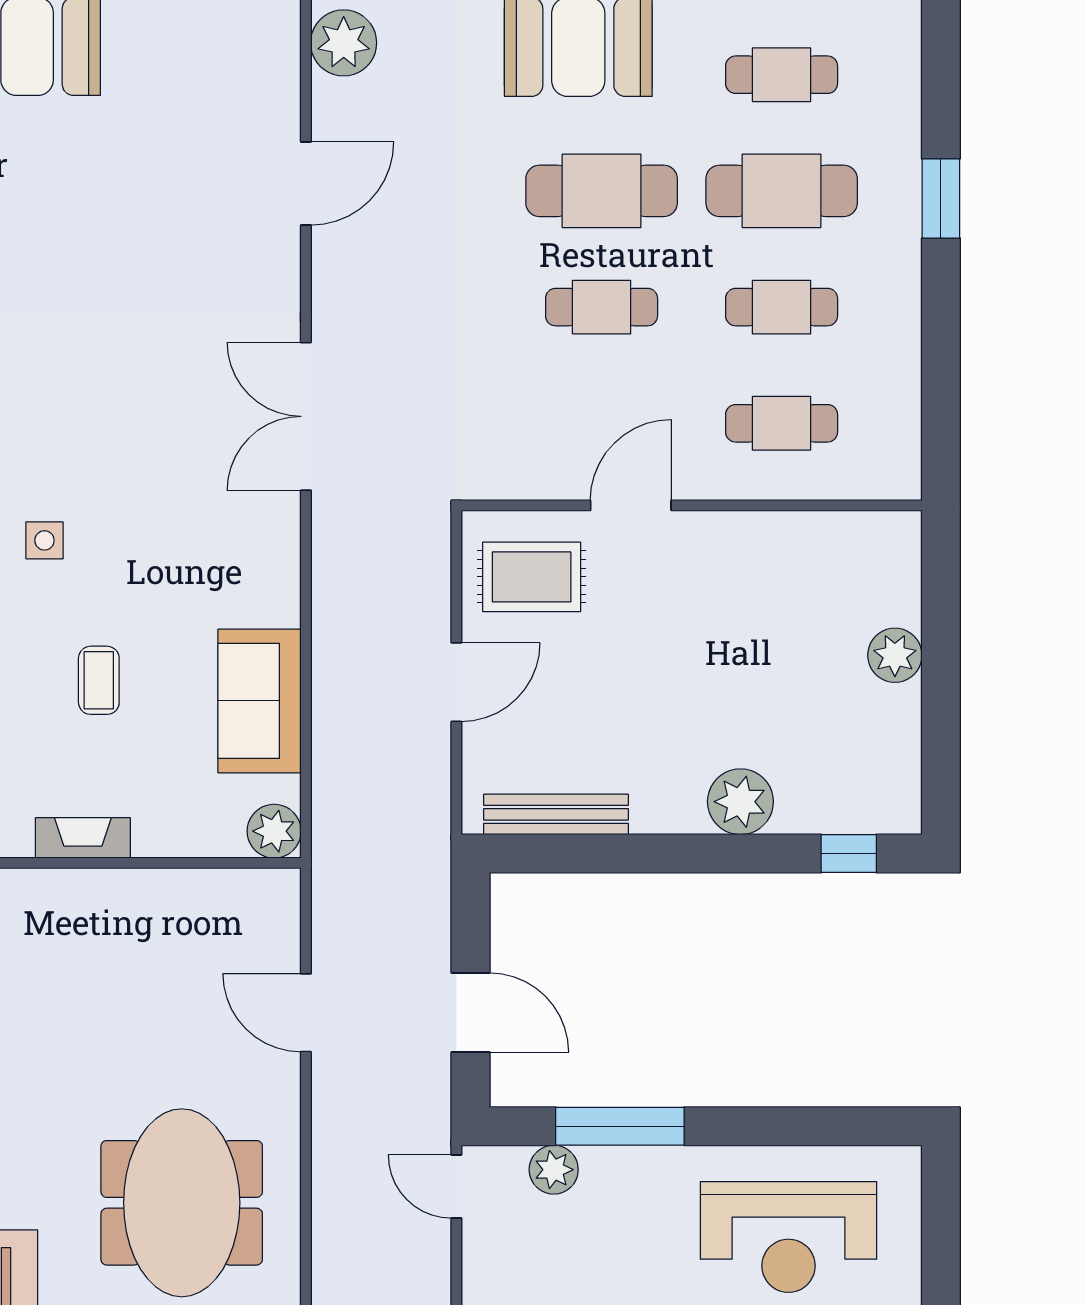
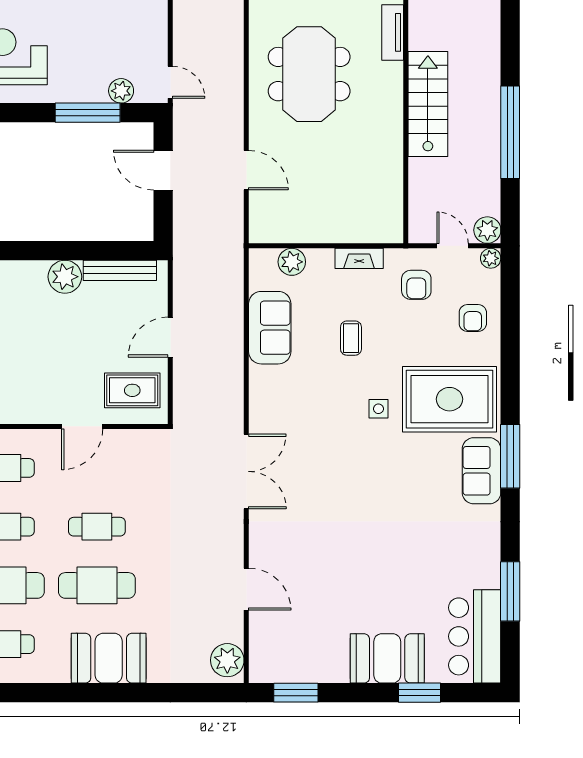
door: (306, 184) -> (246, 589), swing flipped
plant: (740, 802) -> (65, 277), moved
plant: (274, 831) -> (292, 262), moved

